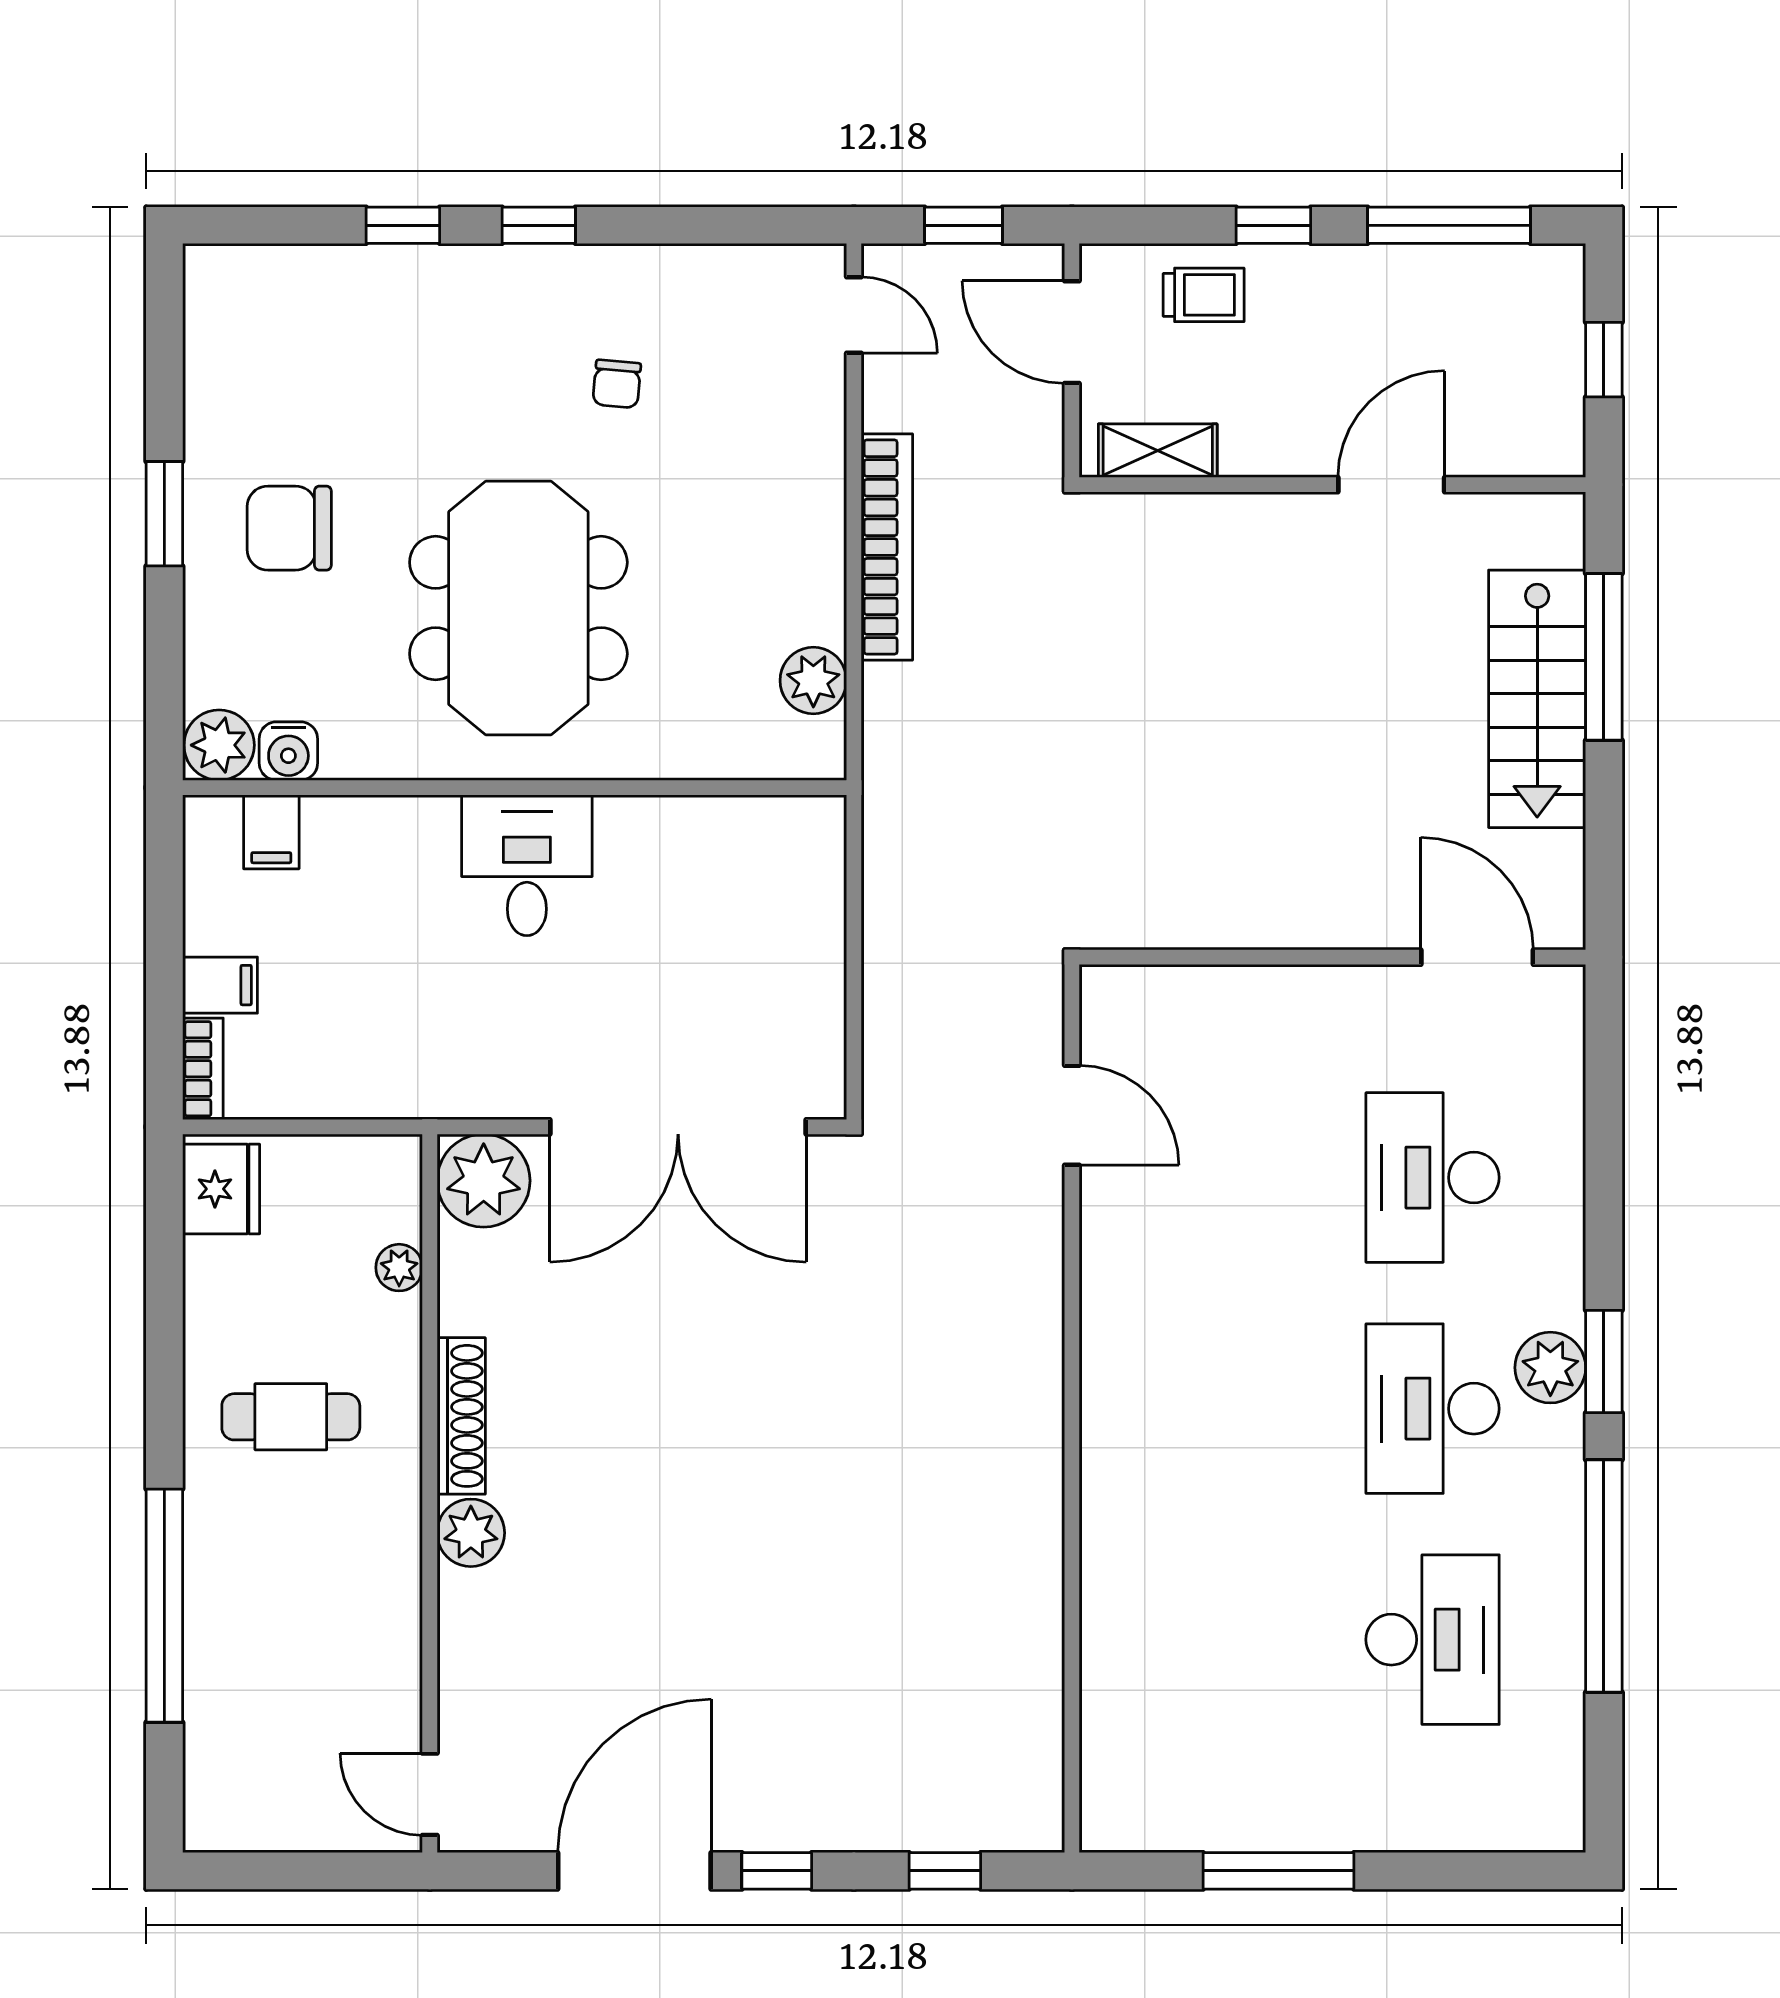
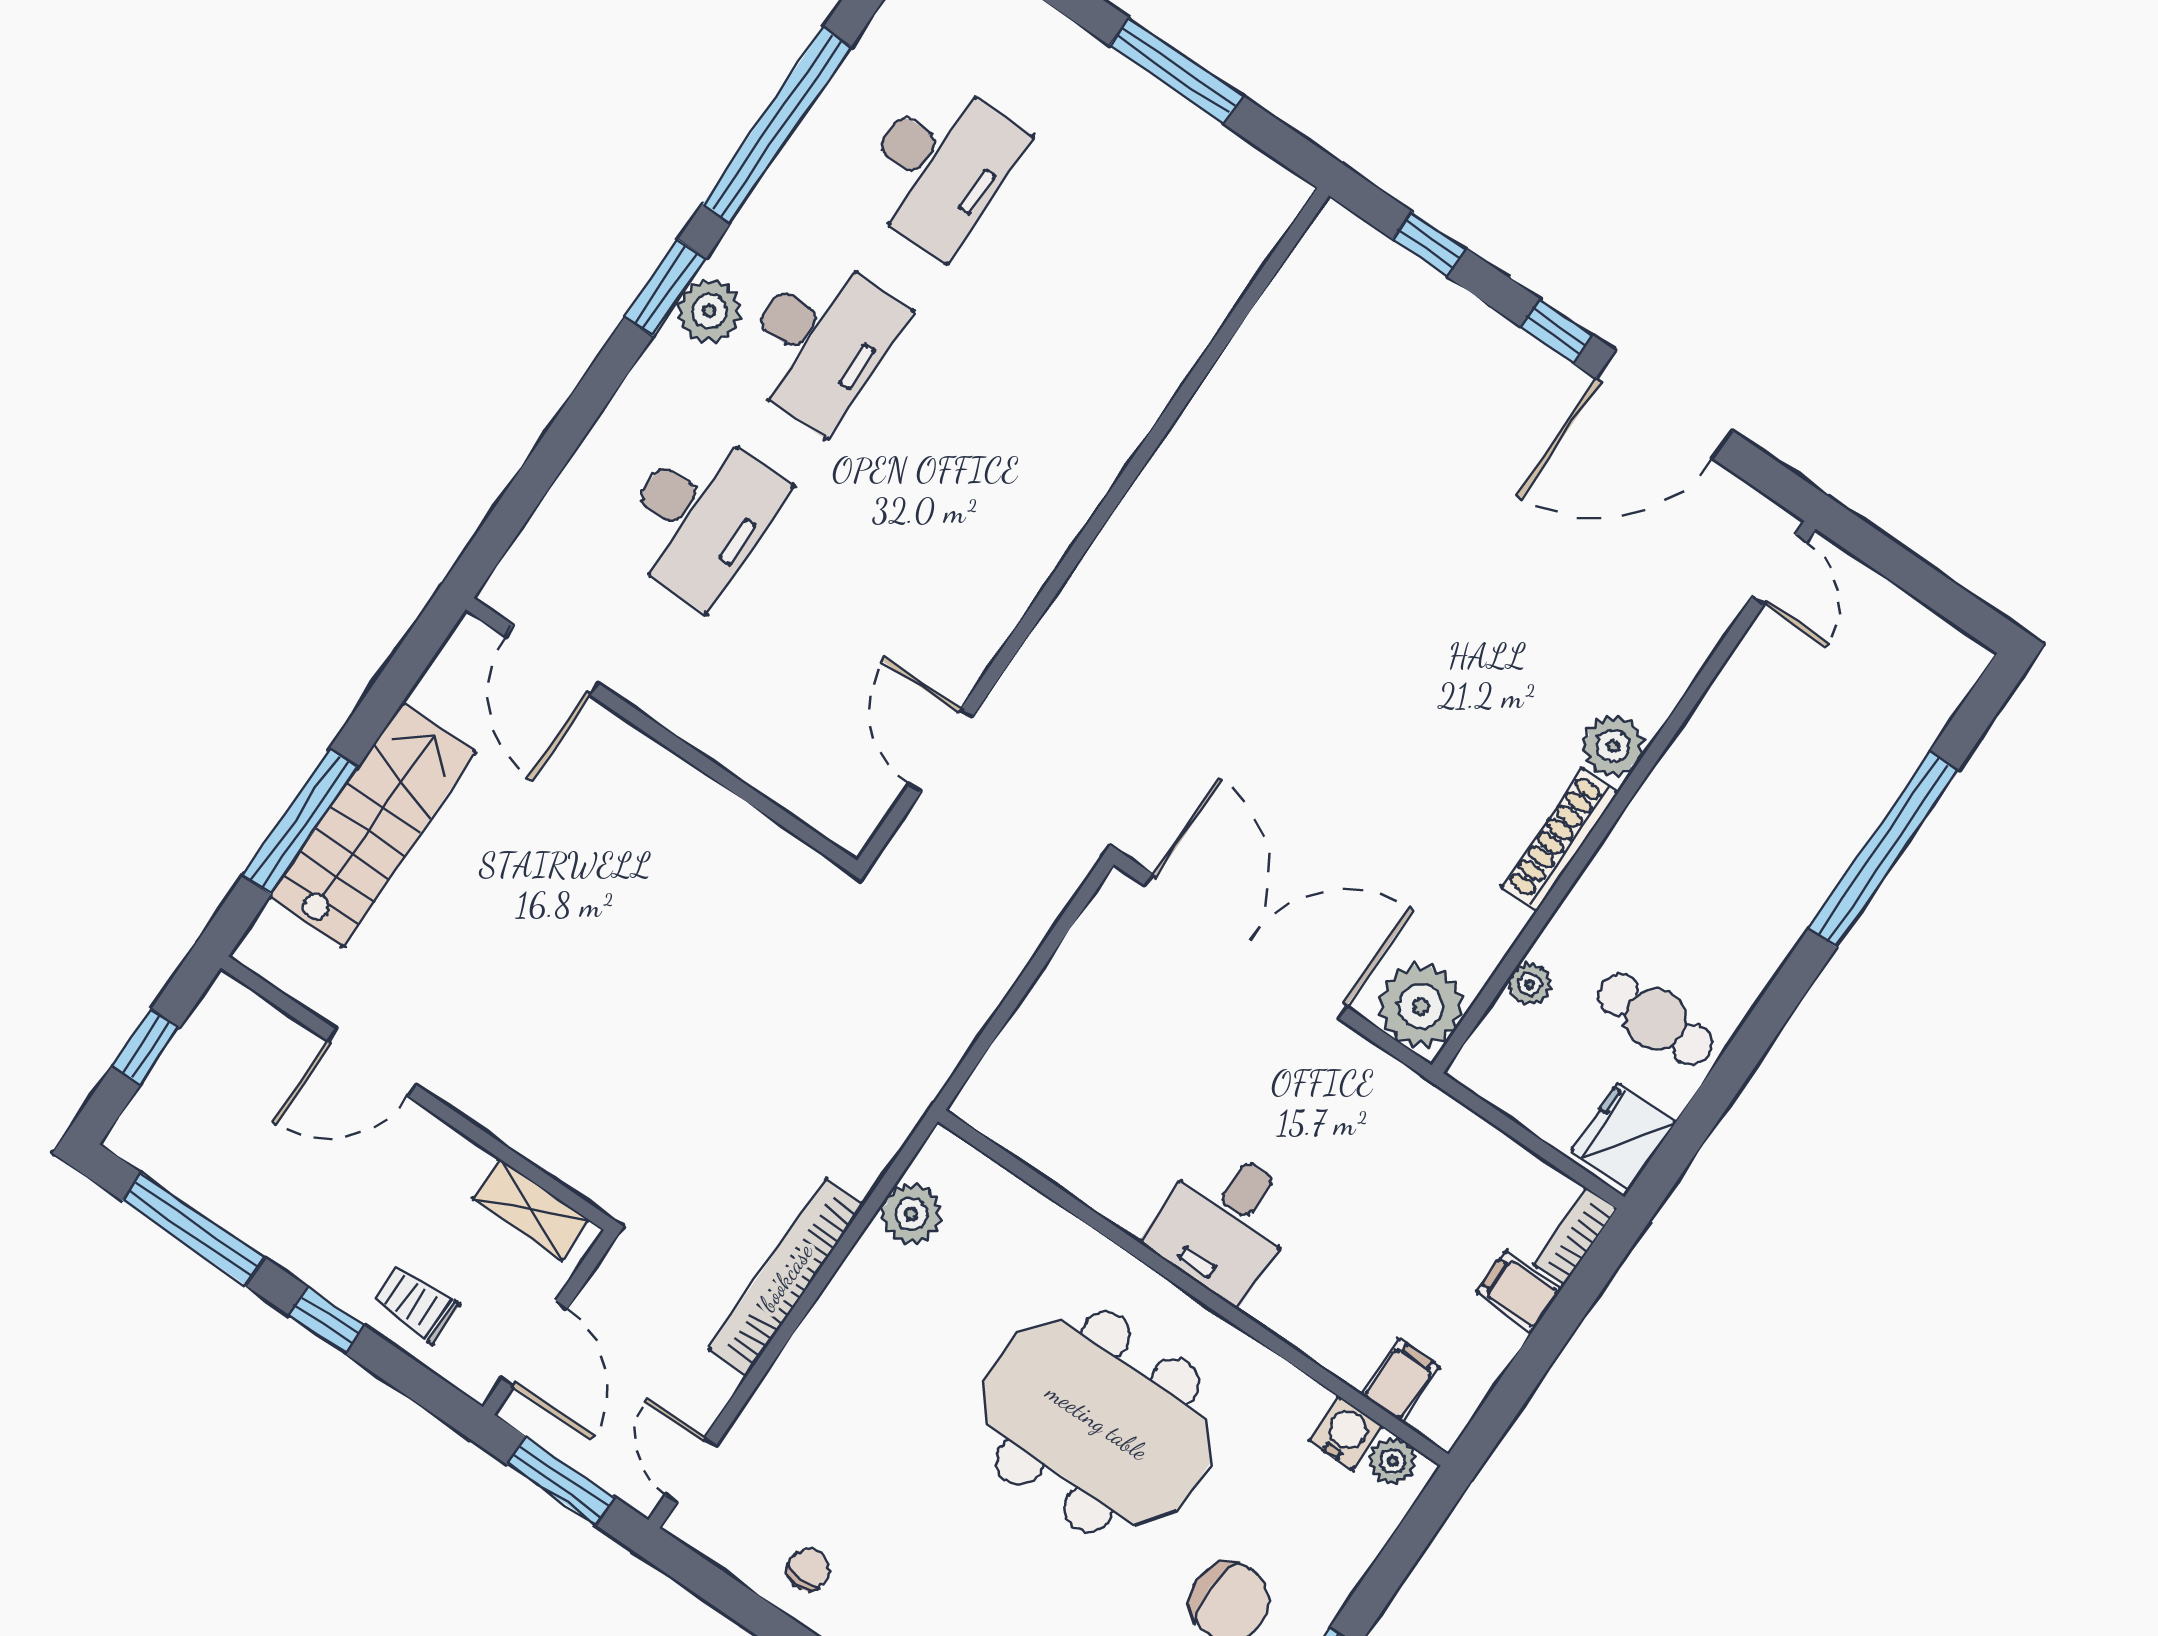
window: (964, 225) -> (561, 1481), width x1.50
chair: (617, 384) -> (808, 1569), moved
meeting table: (518, 608) -> (1097, 1422), turned 90
plant: (219, 745) -> (1393, 1461), width x0.73, depth x0.73
cafe table: (291, 1417) -> (1655, 1019), moved
desk: (1433, 1640) -> (940, 166), turned 180

